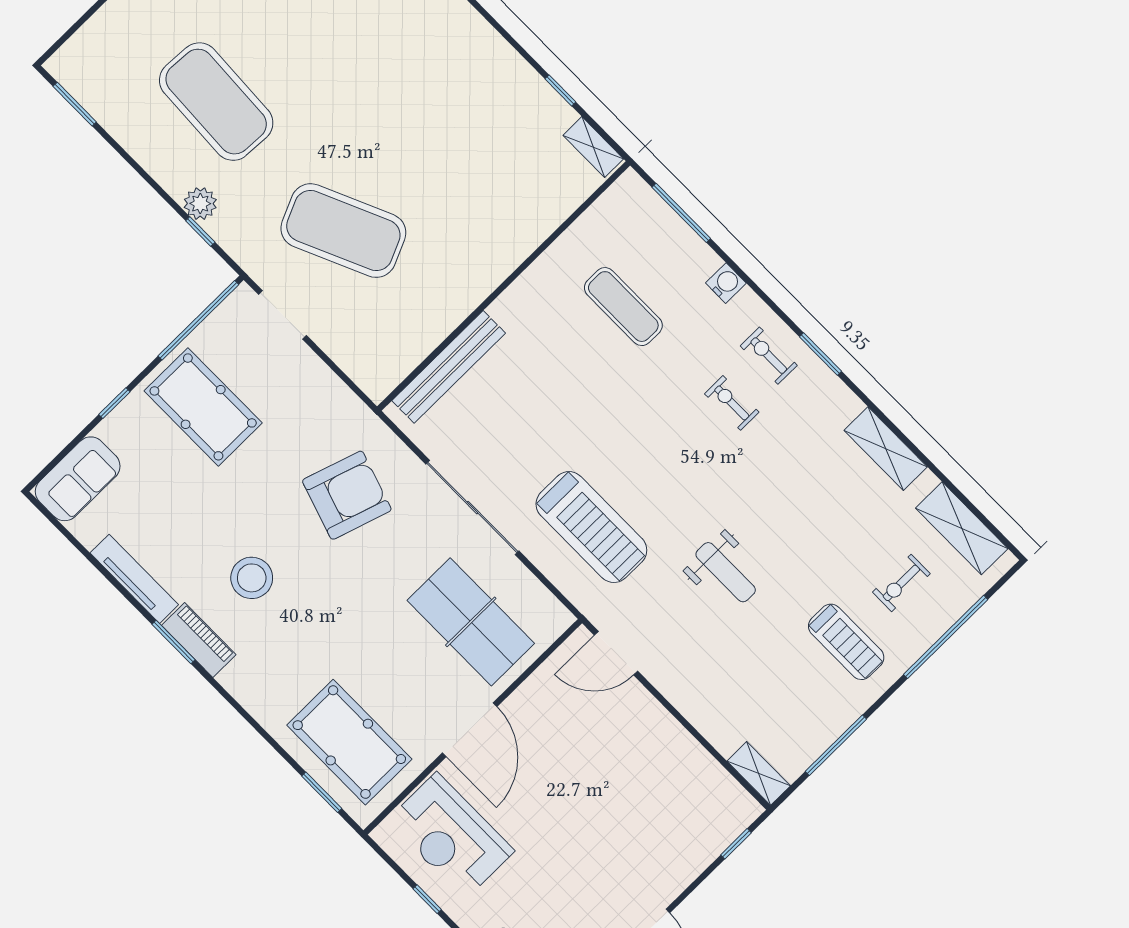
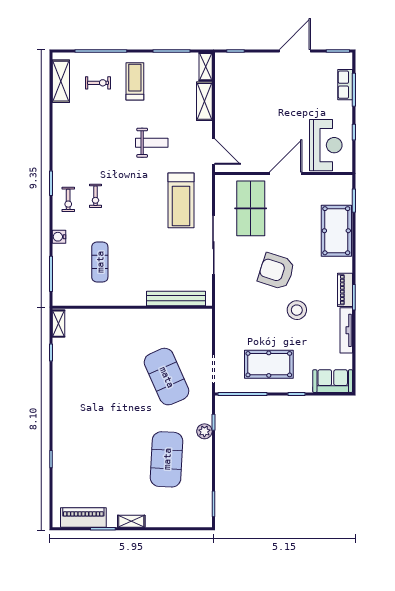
pool table: (203, 407) -> (269, 364), turned 90
shelving: (886, 449) -> (204, 101), moved
armchair: (347, 495) -> (276, 271), moved
treadmill: (591, 527) -> (181, 200), turned 180
weight bench: (726, 572) -> (152, 143), turned 90
stool: (252, 578) -> (297, 310), moved
pool table: (349, 742) -> (336, 231), moved

